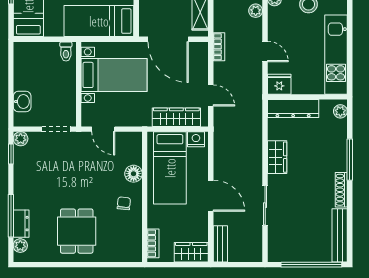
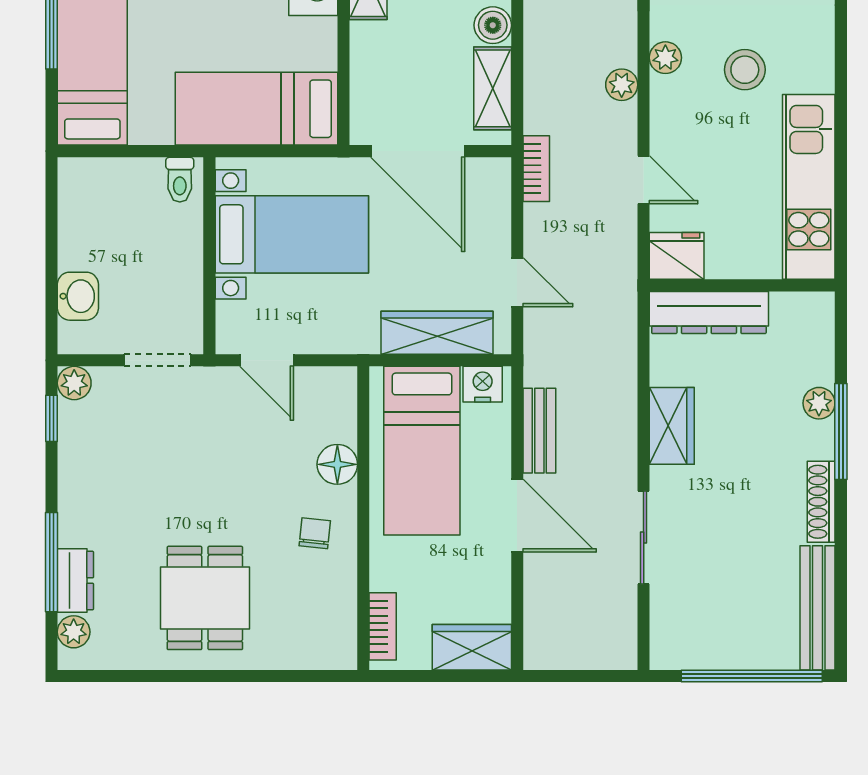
plant: (340, 111) -> (819, 403), moved
bench: (220, 244) -> (539, 431), moved

